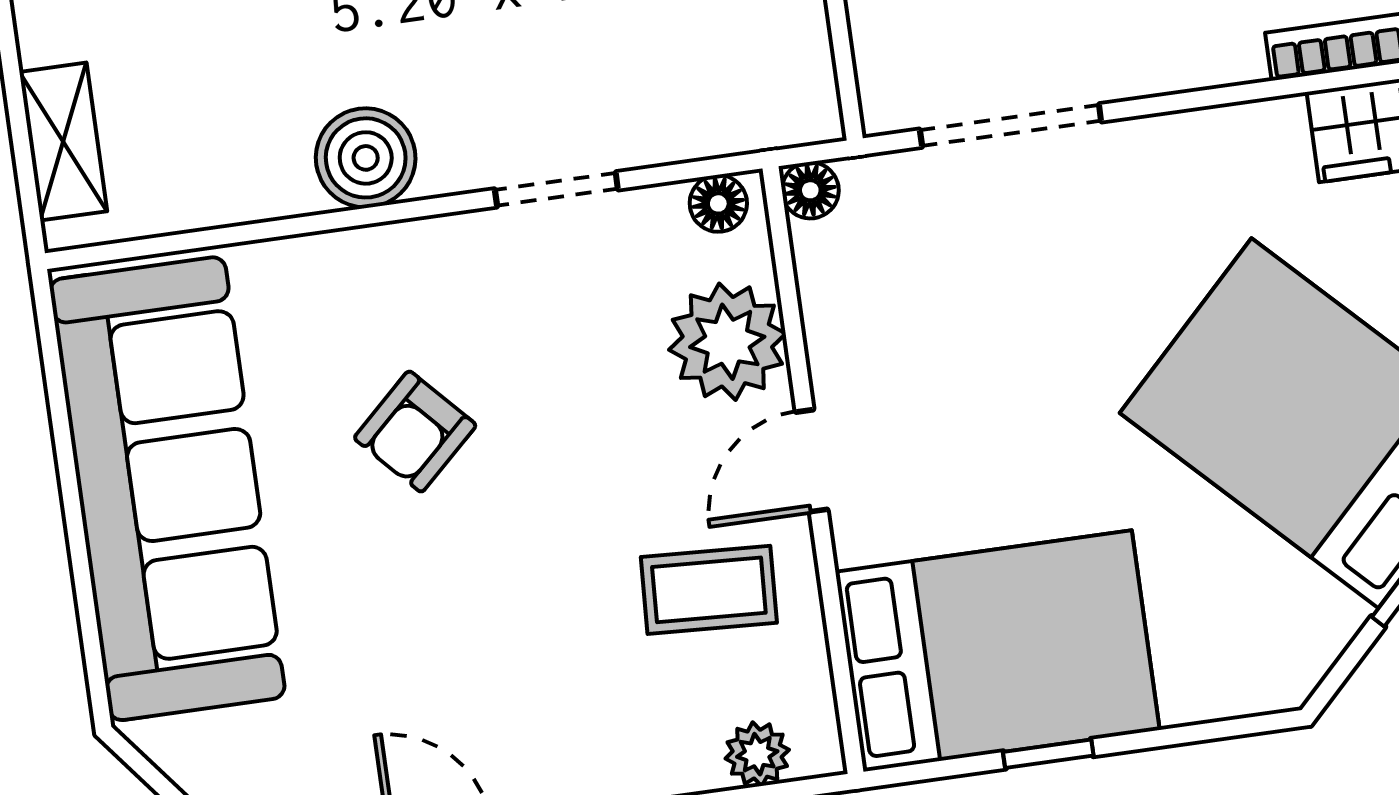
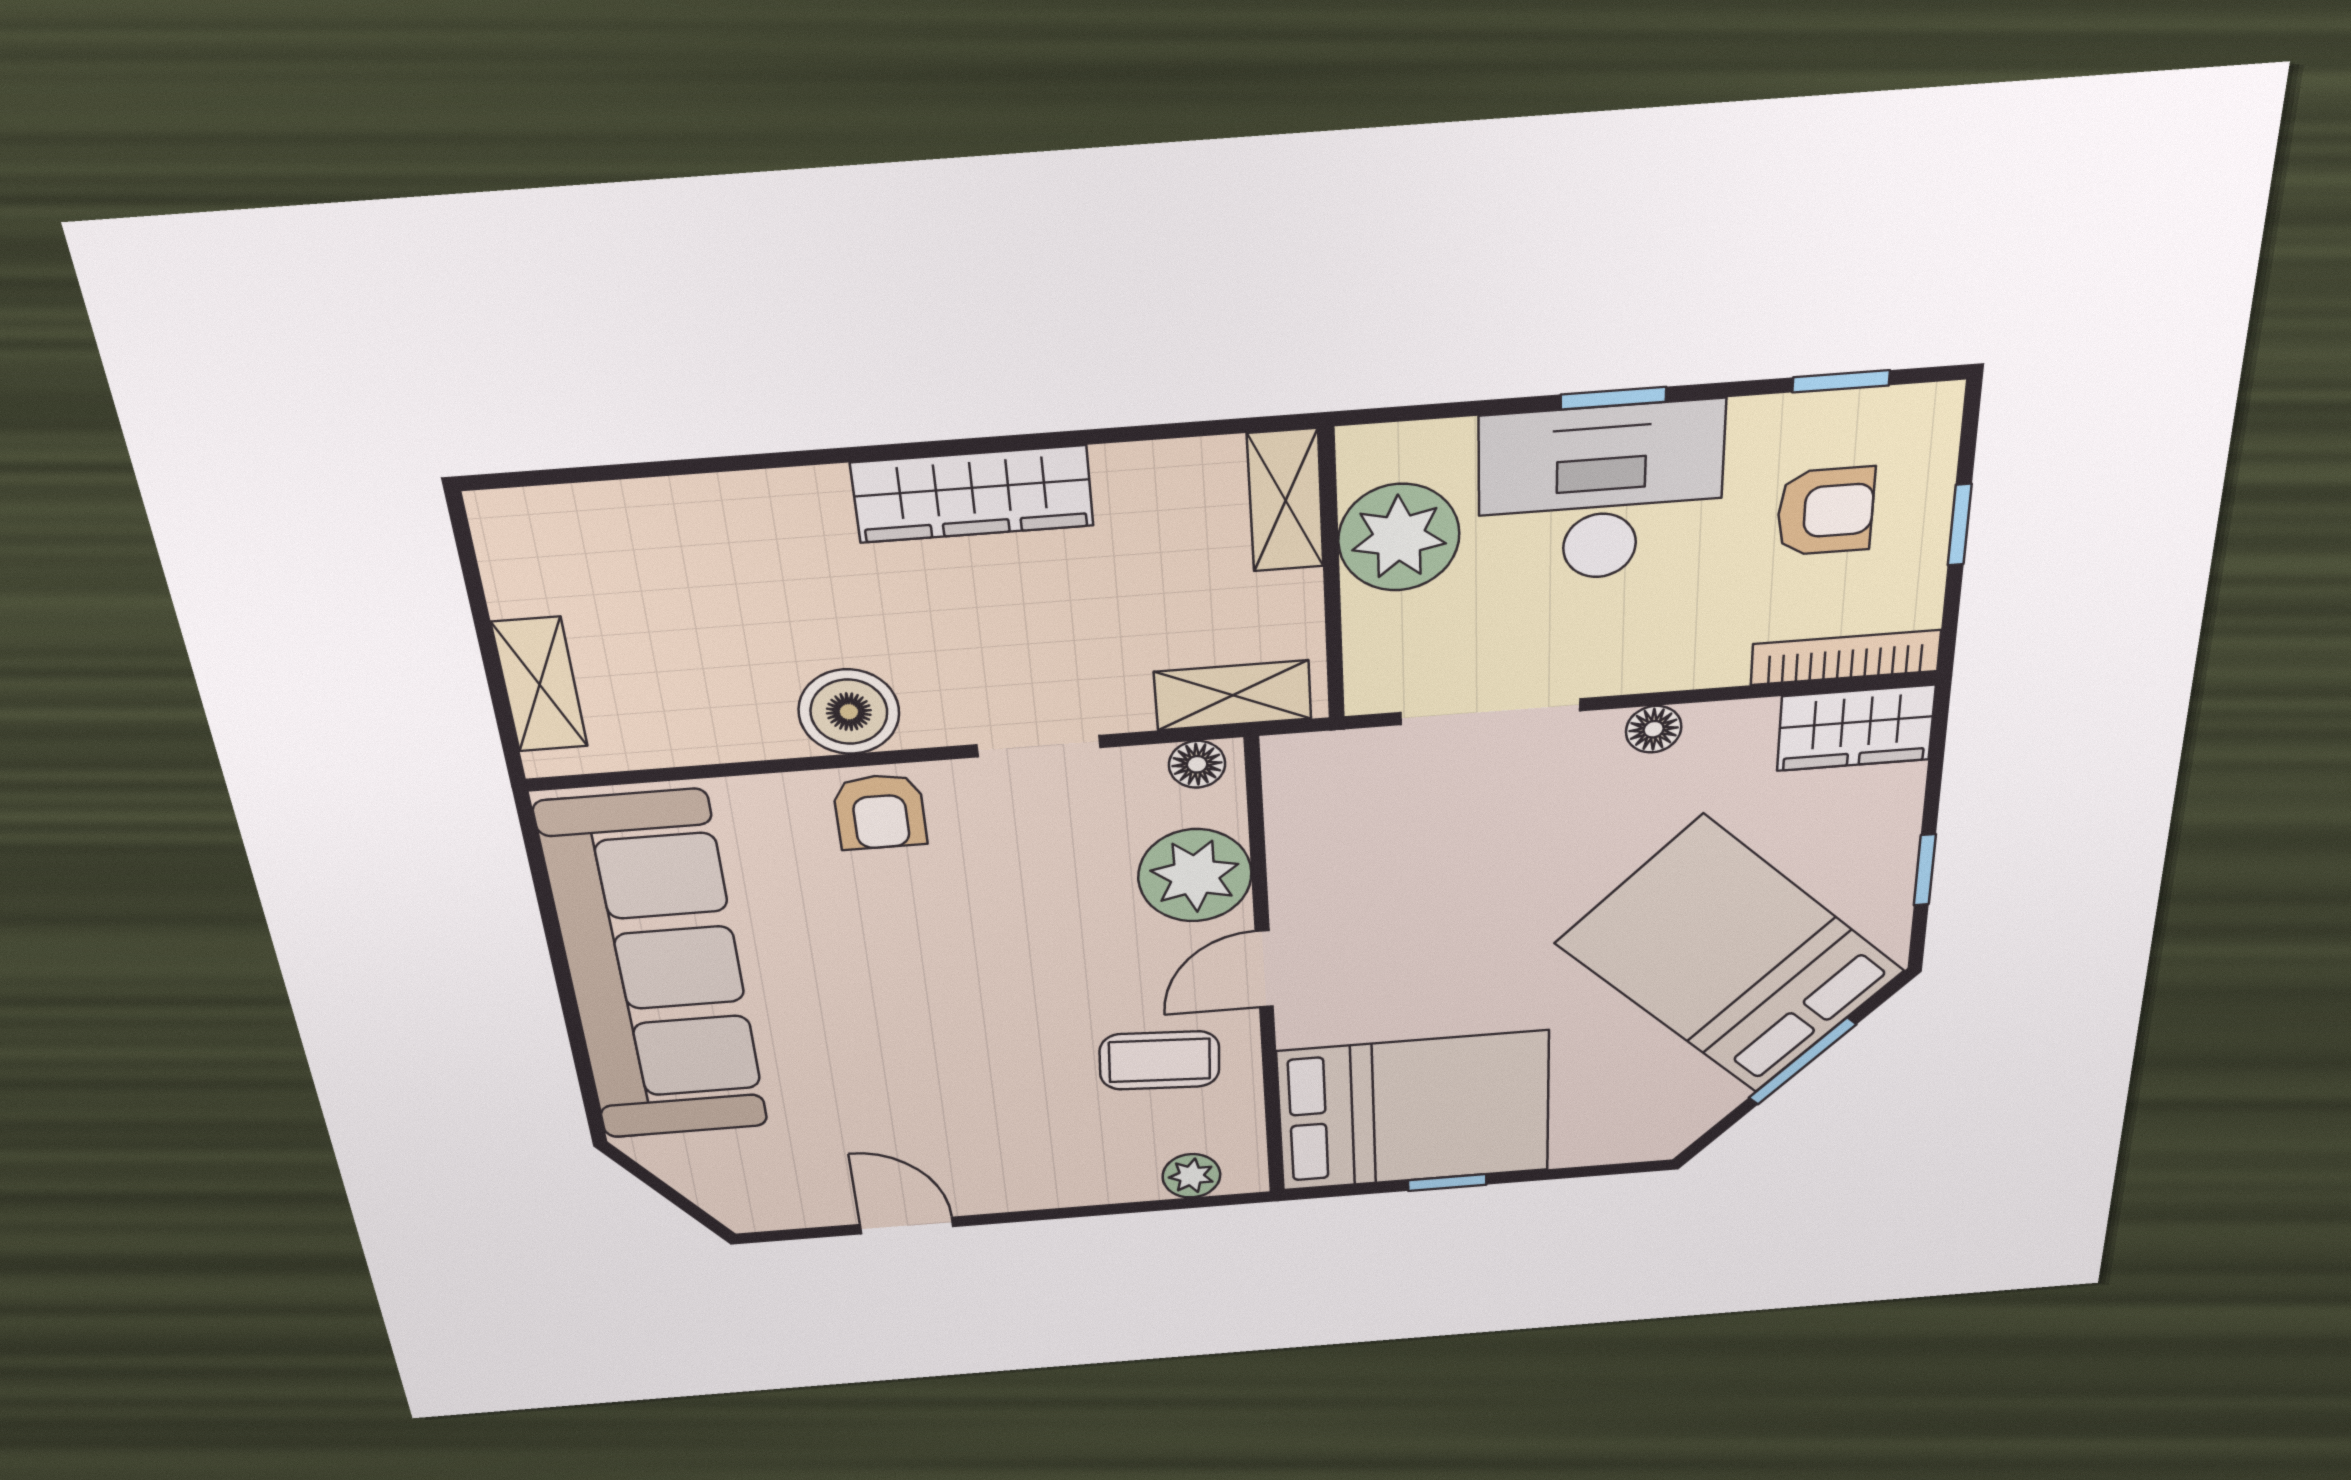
shelving: (747, 119) -> (1233, 695), added
floor lamp: (810, 190) -> (1654, 729), moved
armchair: (415, 432) -> (880, 812), moved, turned -47

